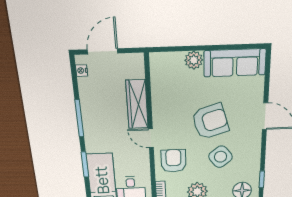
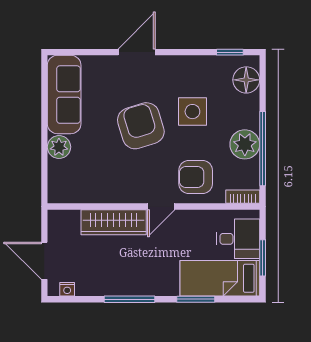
side table: (220, 157) -> (192, 112), turned 38

